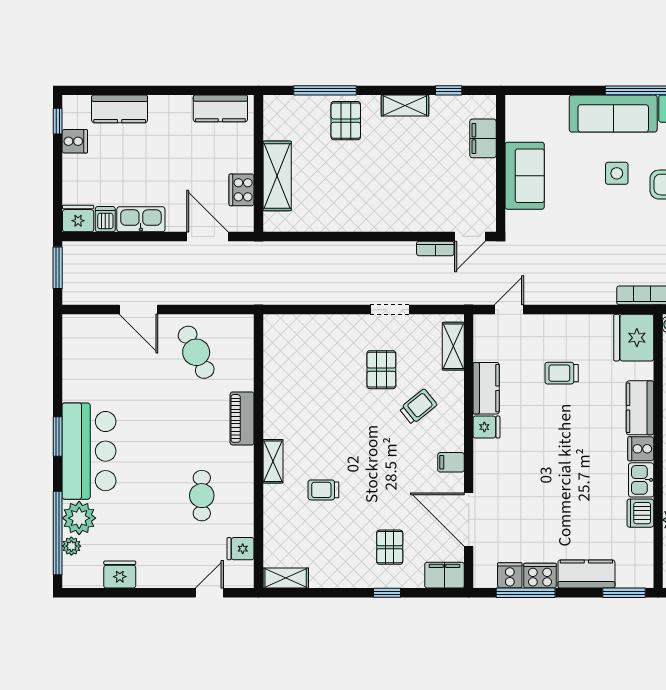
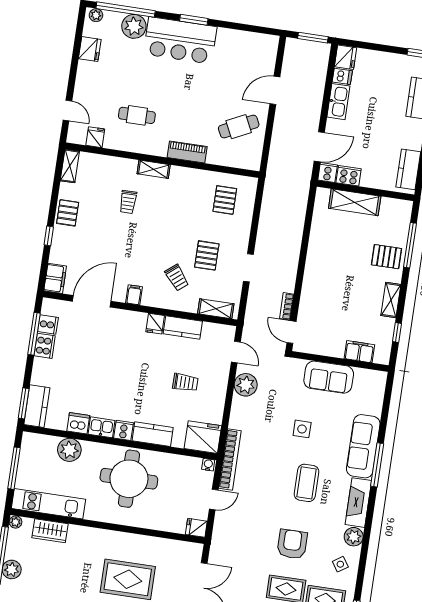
cooker: (75, 141) -> (328, 172), moved, turned 180
side table: (617, 173) -> (302, 429), moved
plant: (552, 289) -> (246, 385), added
pallet: (301, 356) -> (225, 200), added
pallet: (381, 370) -> (207, 255), turned 90
trolley: (562, 373) -> (185, 382), turned 90
trolley: (323, 490) -> (128, 202), turned 180
plant: (71, 546) -> (96, 15), moved
pallet: (390, 547) -> (68, 213), moved, turned 90
kitchen counter: (586, 574) -> (37, 406), moved

